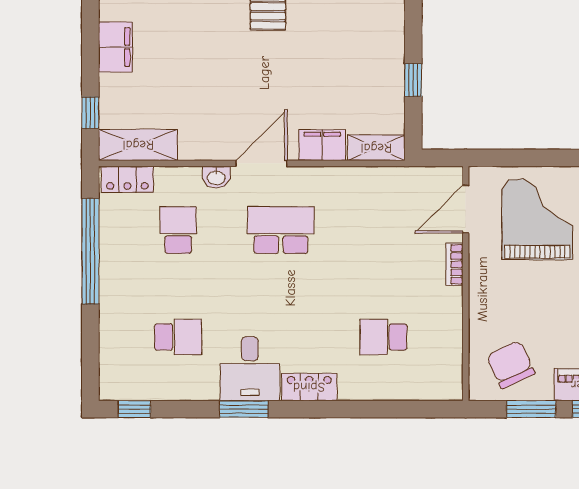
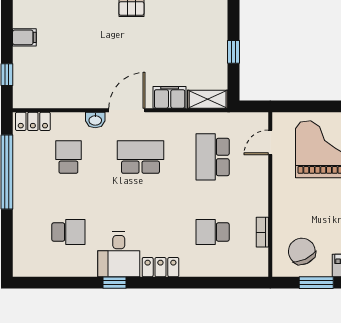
filing cabinet: (115, 47) -> (24, 37), width x0.50
shelving: (138, 145) -> (40, 97), removed
door: (466, 209) -> (270, 142), width x0.73
school desk: (383, 230) -> (213, 157), added
bookcase: (454, 264) -> (262, 232), moved
window: (134, 409) -> (38, 283), removed
window: (244, 409) -> (115, 283), width x0.67

